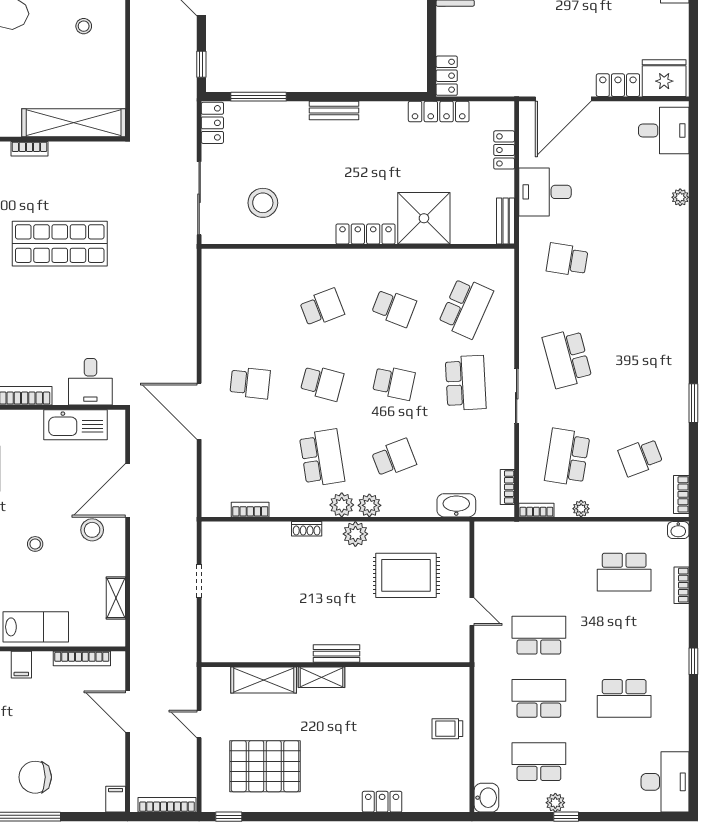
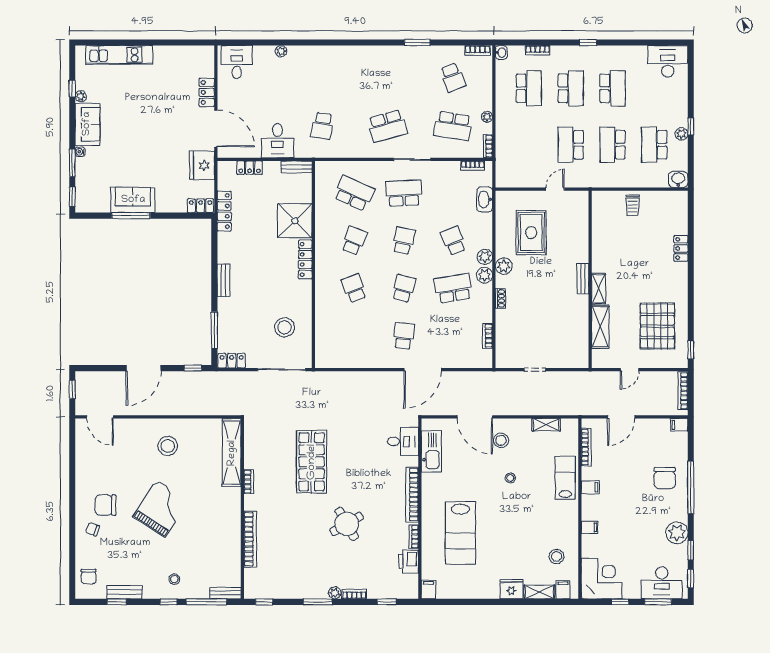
stool: (84, 26) -> (168, 446), width x1.89, depth x1.89
fridge: (664, 78) -> (202, 165), moved
school desk: (624, 635) -> (571, 88), added

